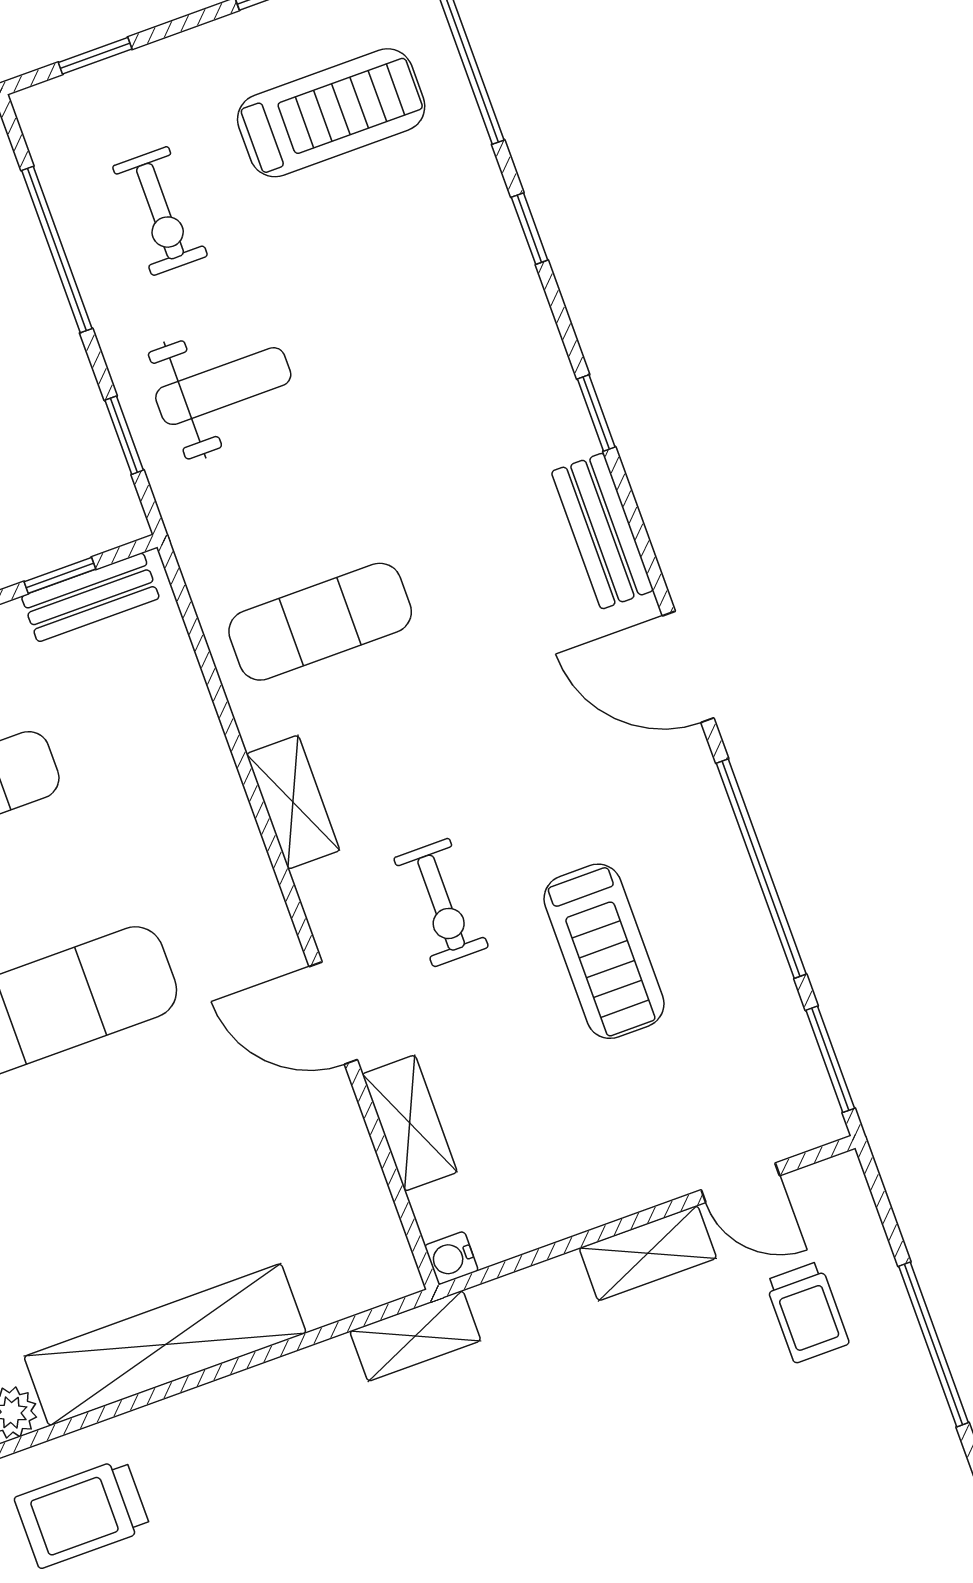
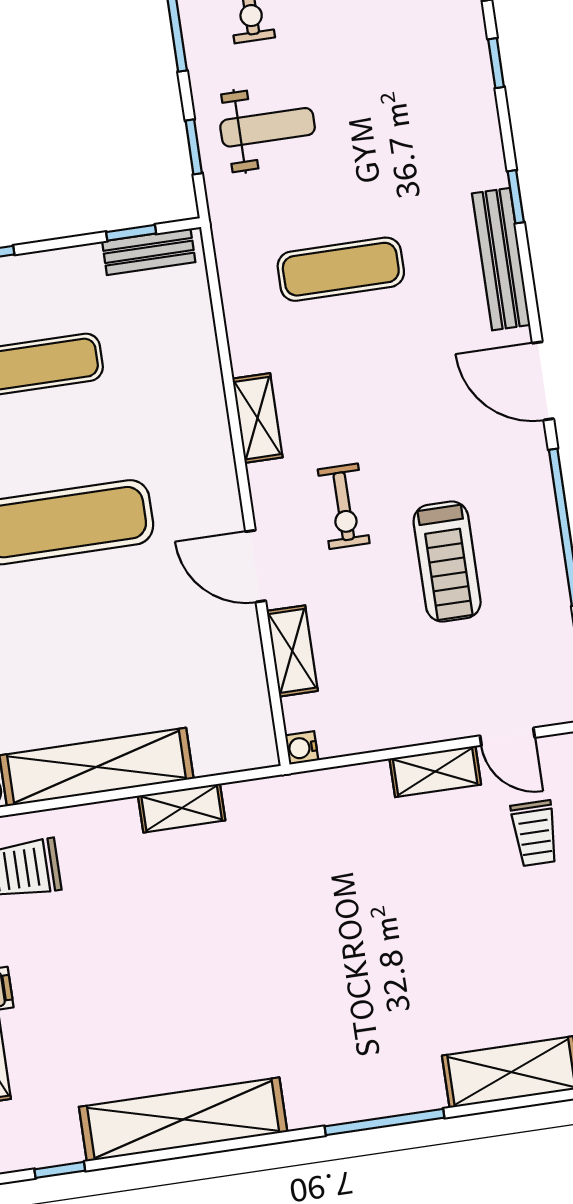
bench: (602, 531) -> (501, 259), width x1.36
exercise mat: (320, 622) -> (341, 269), moved
shelving: (415, 1336) -> (182, 808), moved

